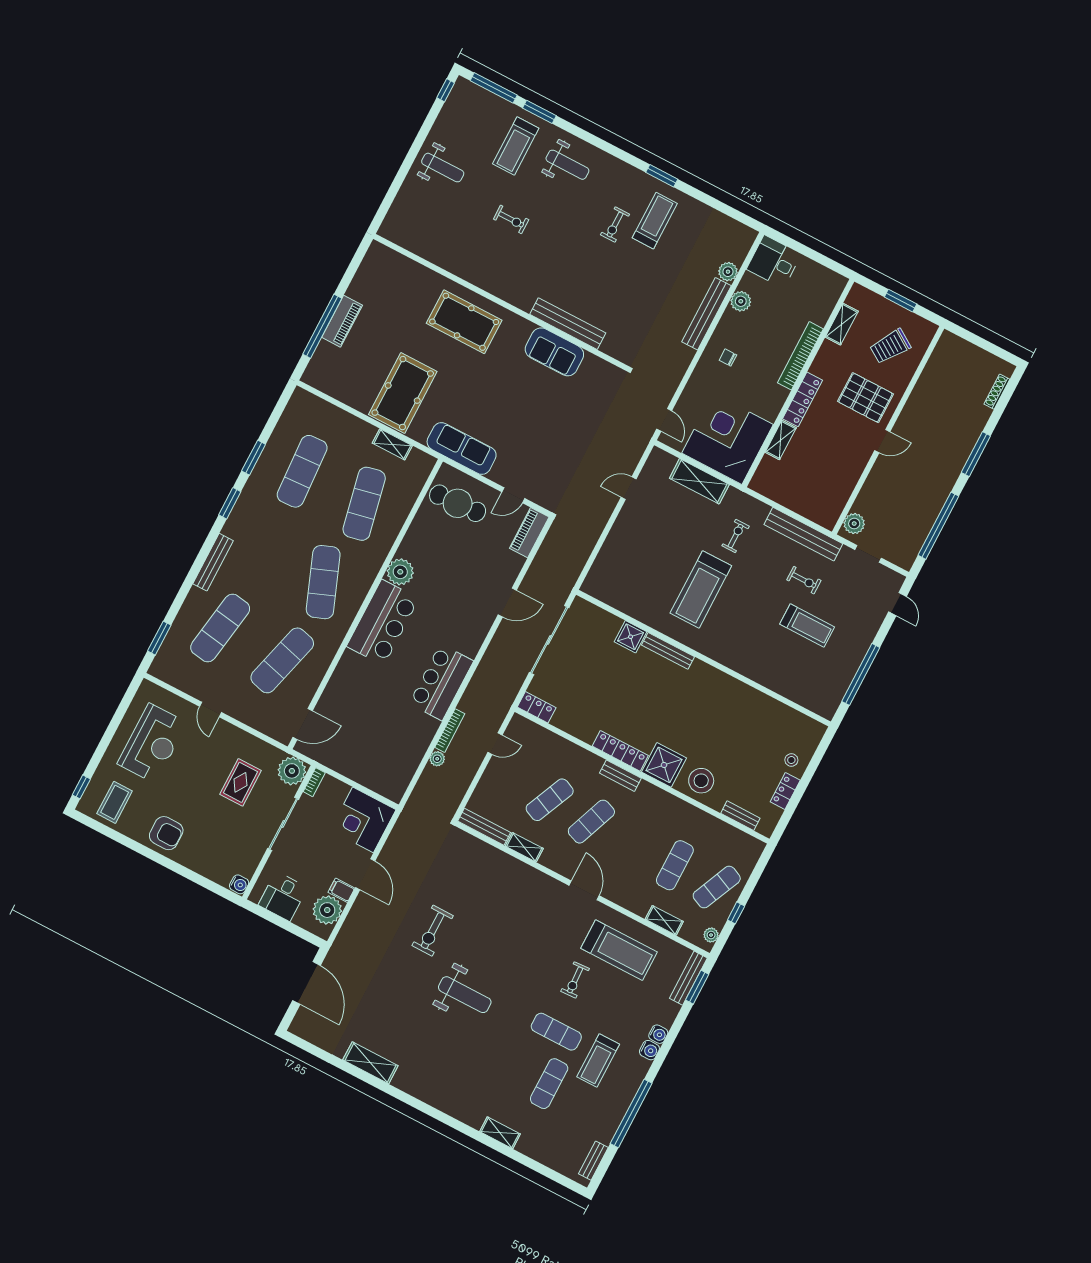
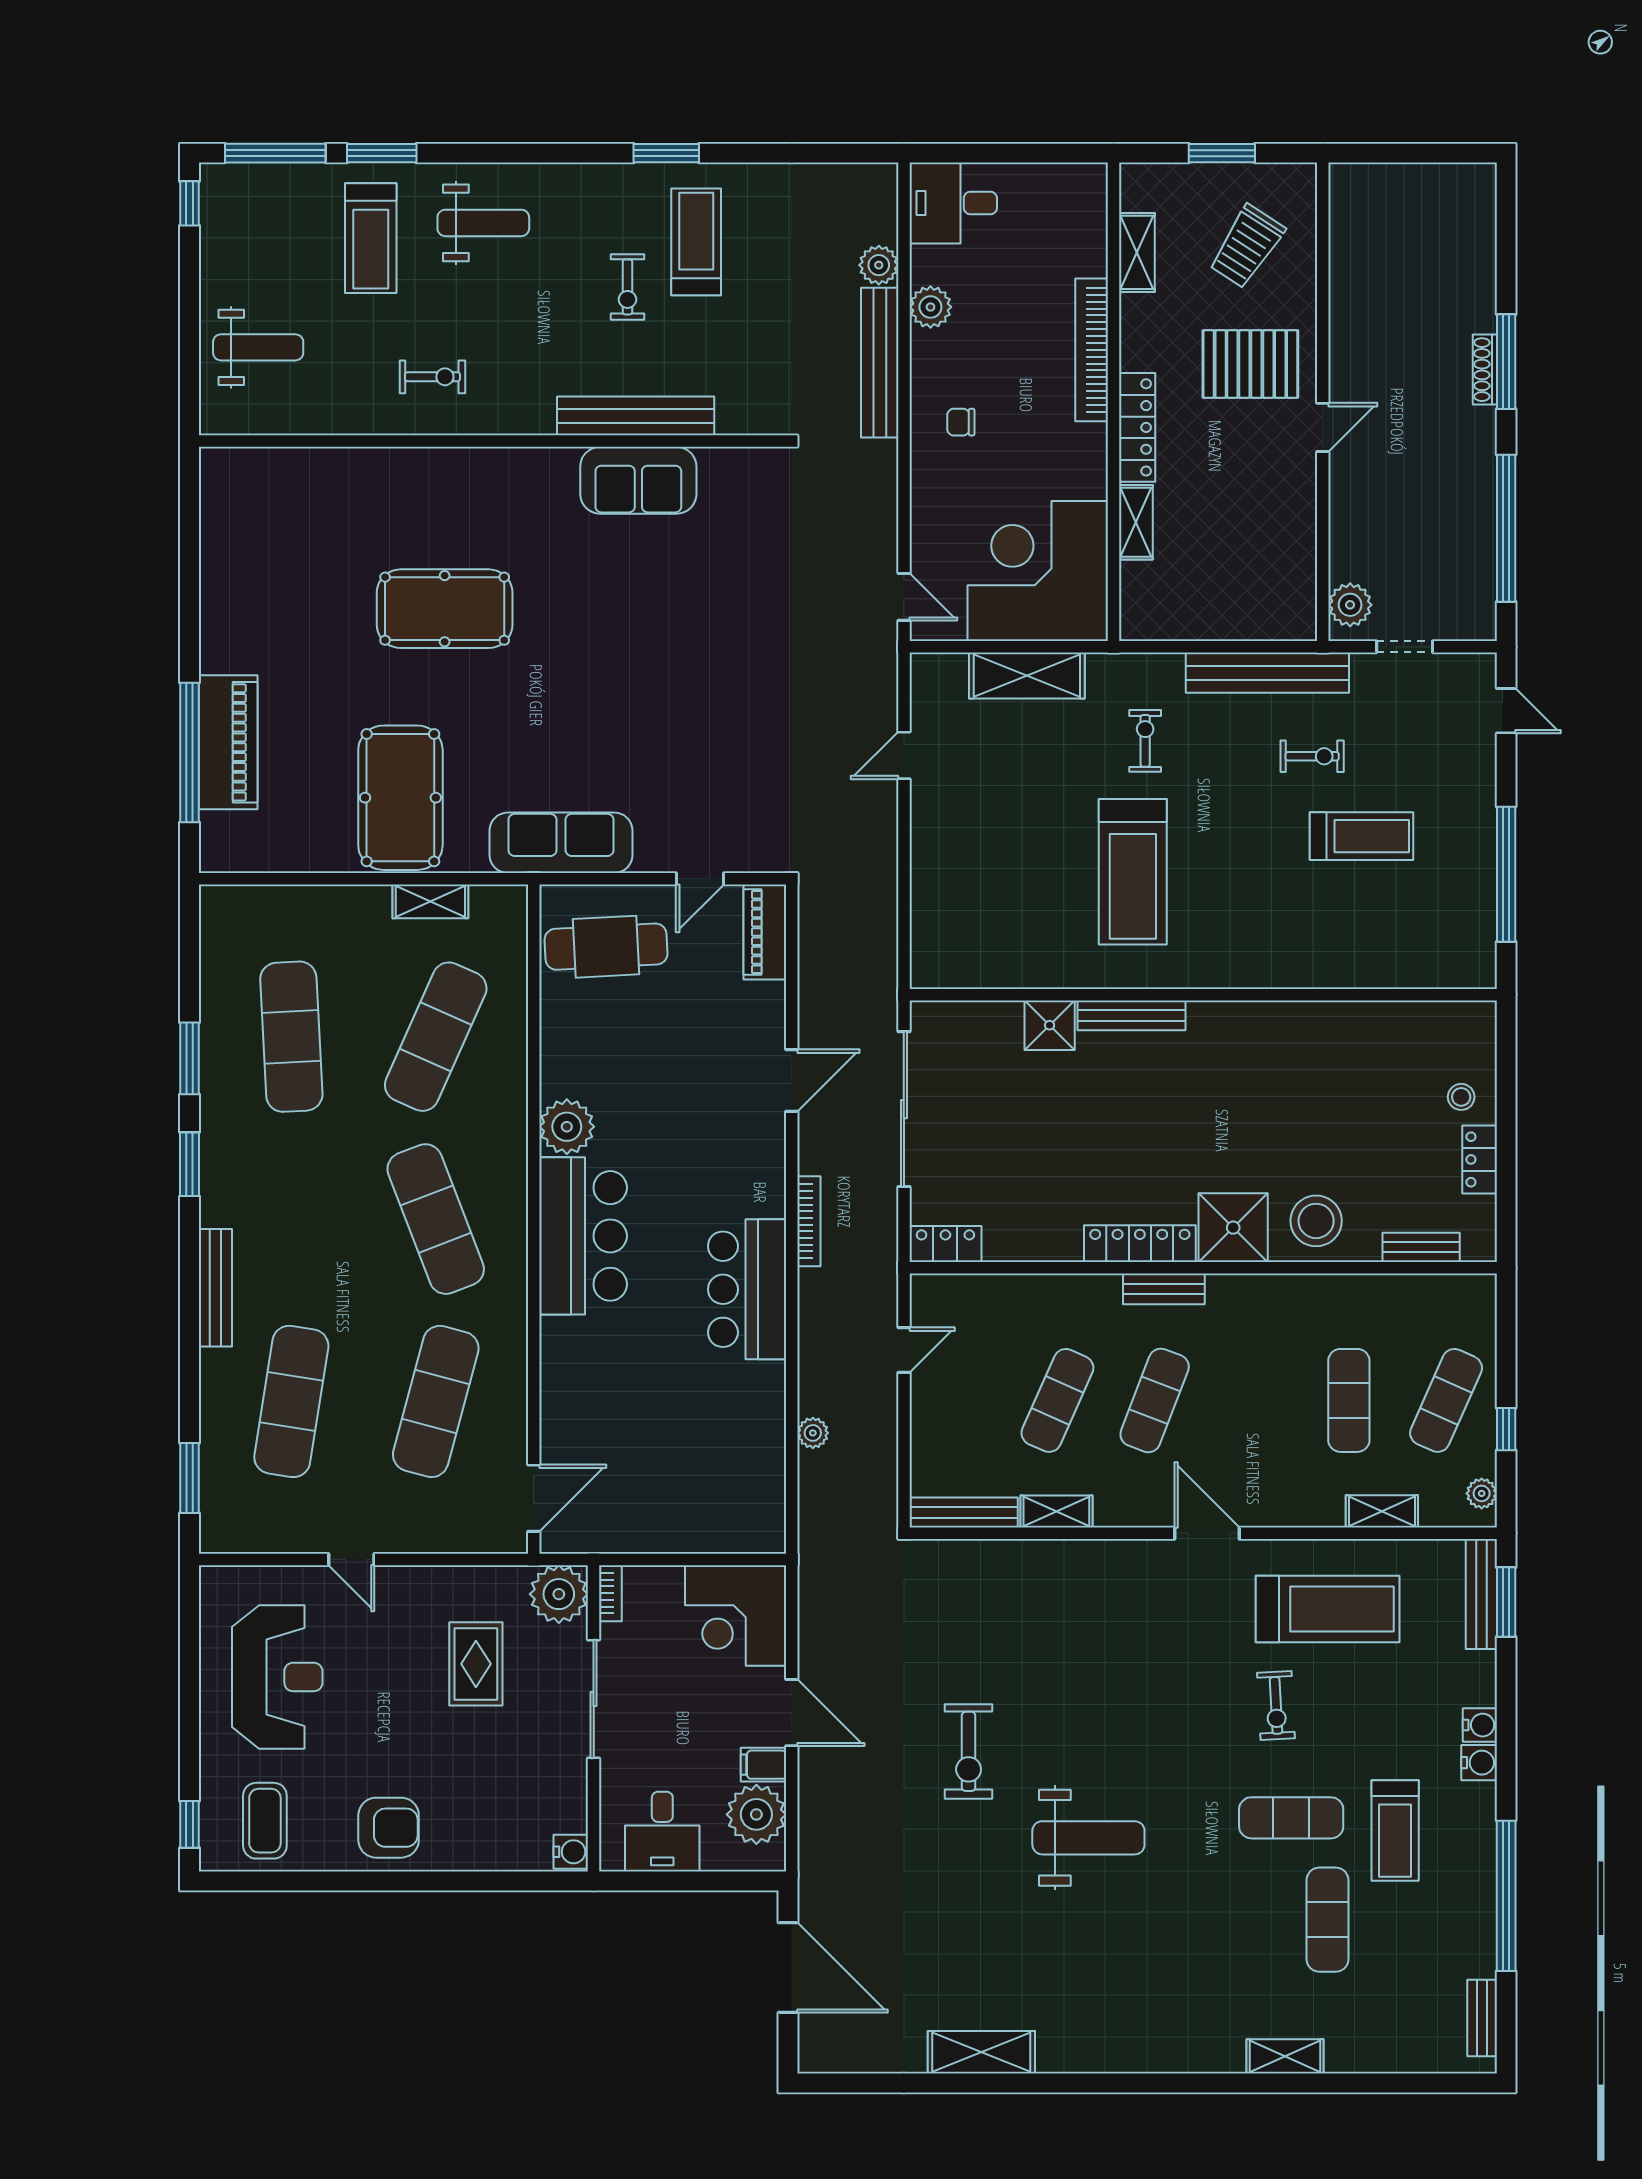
wall: (501, 302) -> (493, 441), moved
piano: (342, 321) -> (228, 742), width x1.37, depth x1.33
bench: (568, 324) -> (636, 416), moved
sofa: (554, 352) -> (638, 480), moved
shoe rack: (997, 392) -> (1485, 370), moved
exercise mat: (364, 504) -> (436, 1037), turned 36
bookcase: (450, 731) -> (809, 1221), moved

